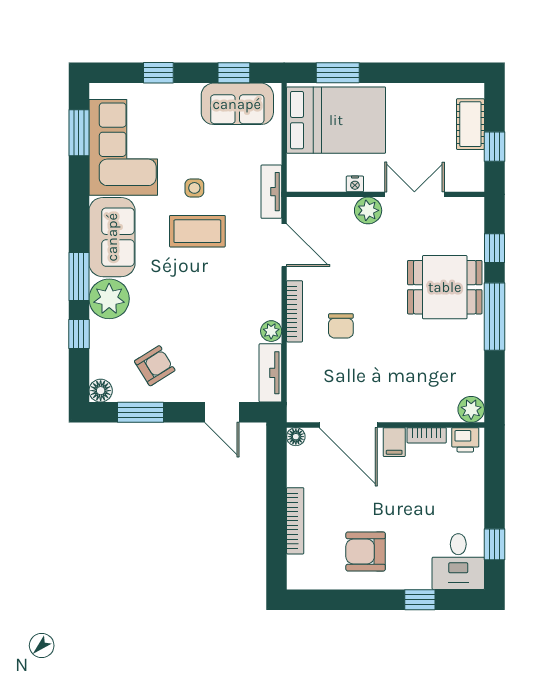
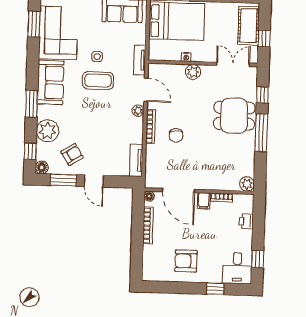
cot: (470, 124) -> (249, 26), width x1.37, depth x1.34
double door: (414, 194) -> (233, 64), moved
plant: (109, 299) -> (47, 131), moved
plant: (271, 331) -> (138, 111), moved
window: (79, 334) -> (30, 151), moved
door: (222, 412) -> (94, 181), moved
printer: (465, 440) -> (246, 221), moved, turned 90
bookcase: (295, 521) -> (148, 226), moved

